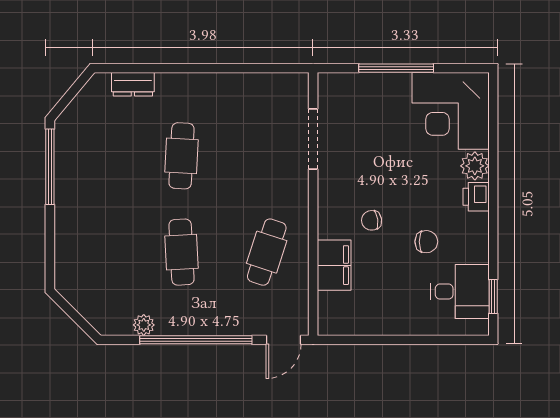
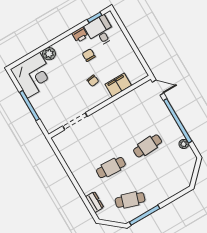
printer: (476, 197) -> (80, 35), moved
cafe table: (267, 252) -> (130, 200), moved

